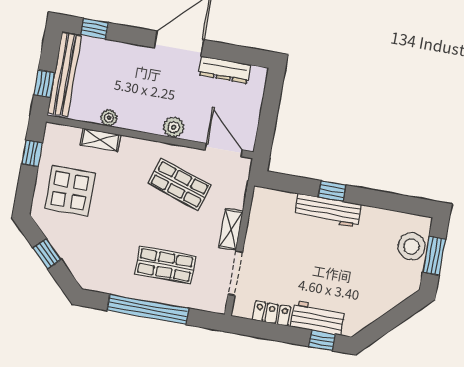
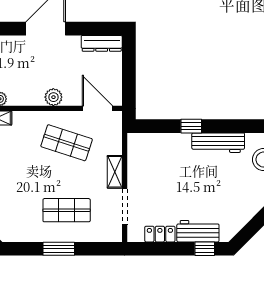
dresser: (225, 70) -> (102, 43), moved
workbench: (328, 211) -> (218, 143), moved
window: (148, 309) -> (59, 249), width x0.47

